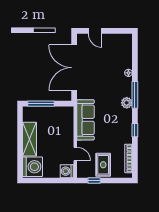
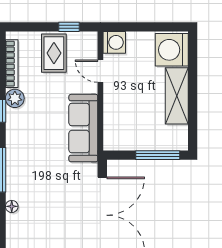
plant: (127, 103) -> (15, 98), moved

